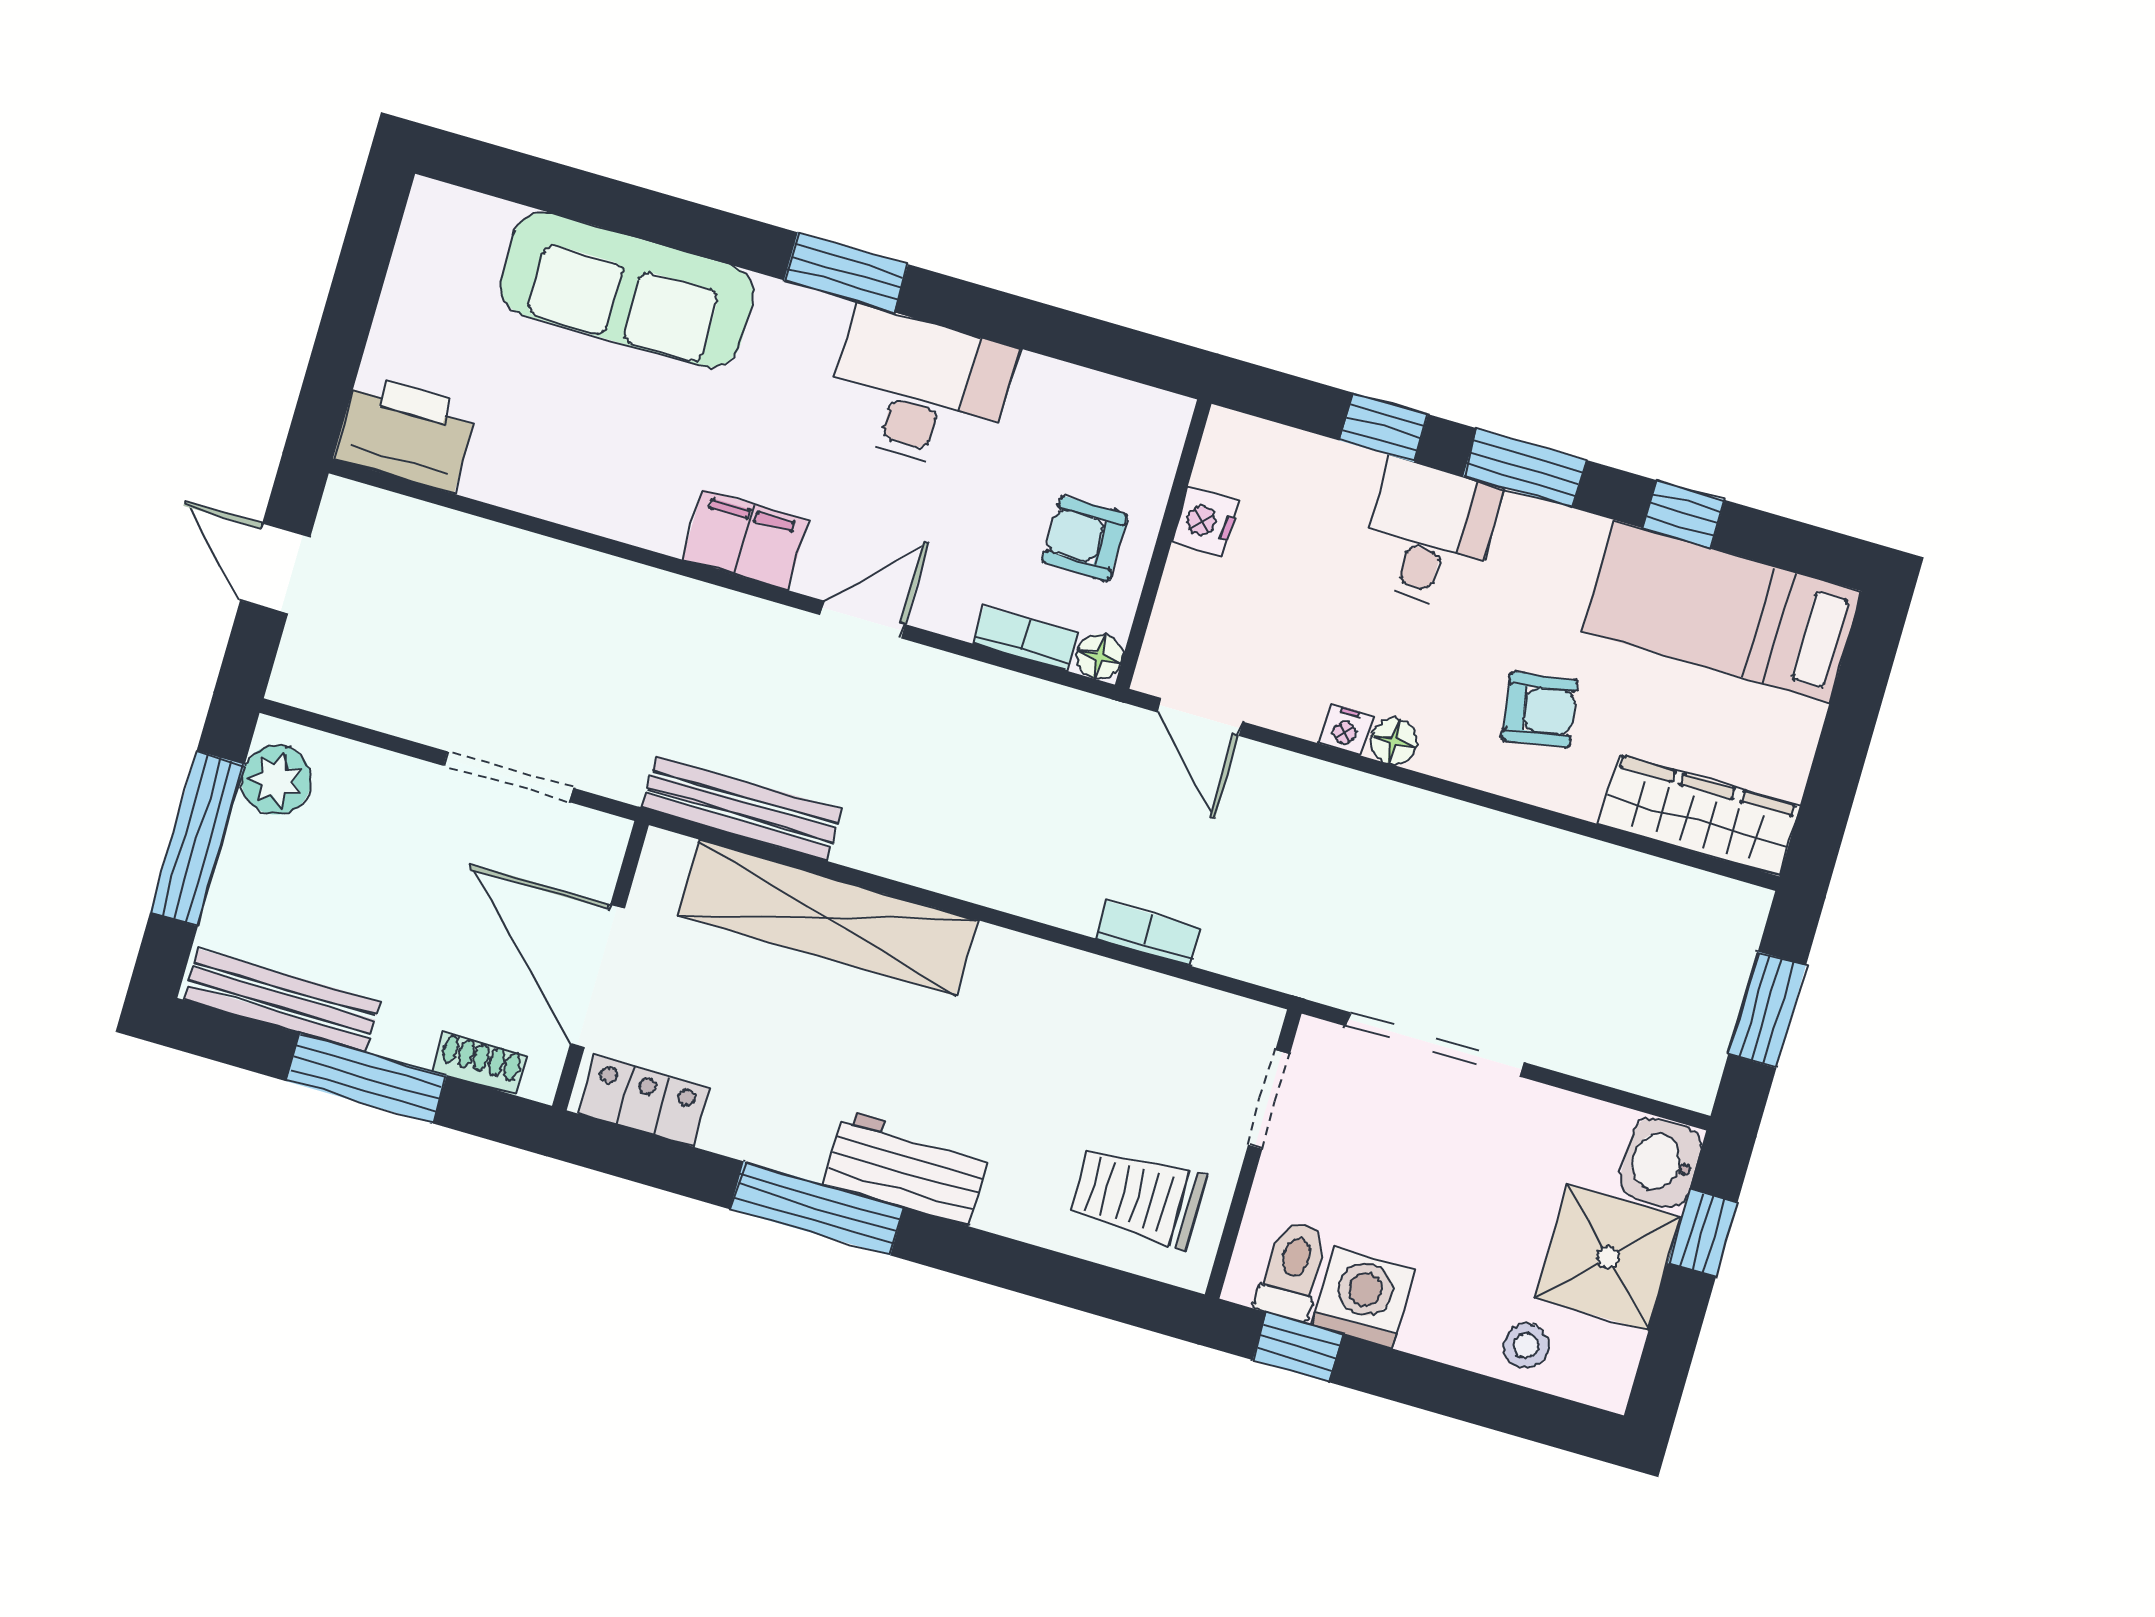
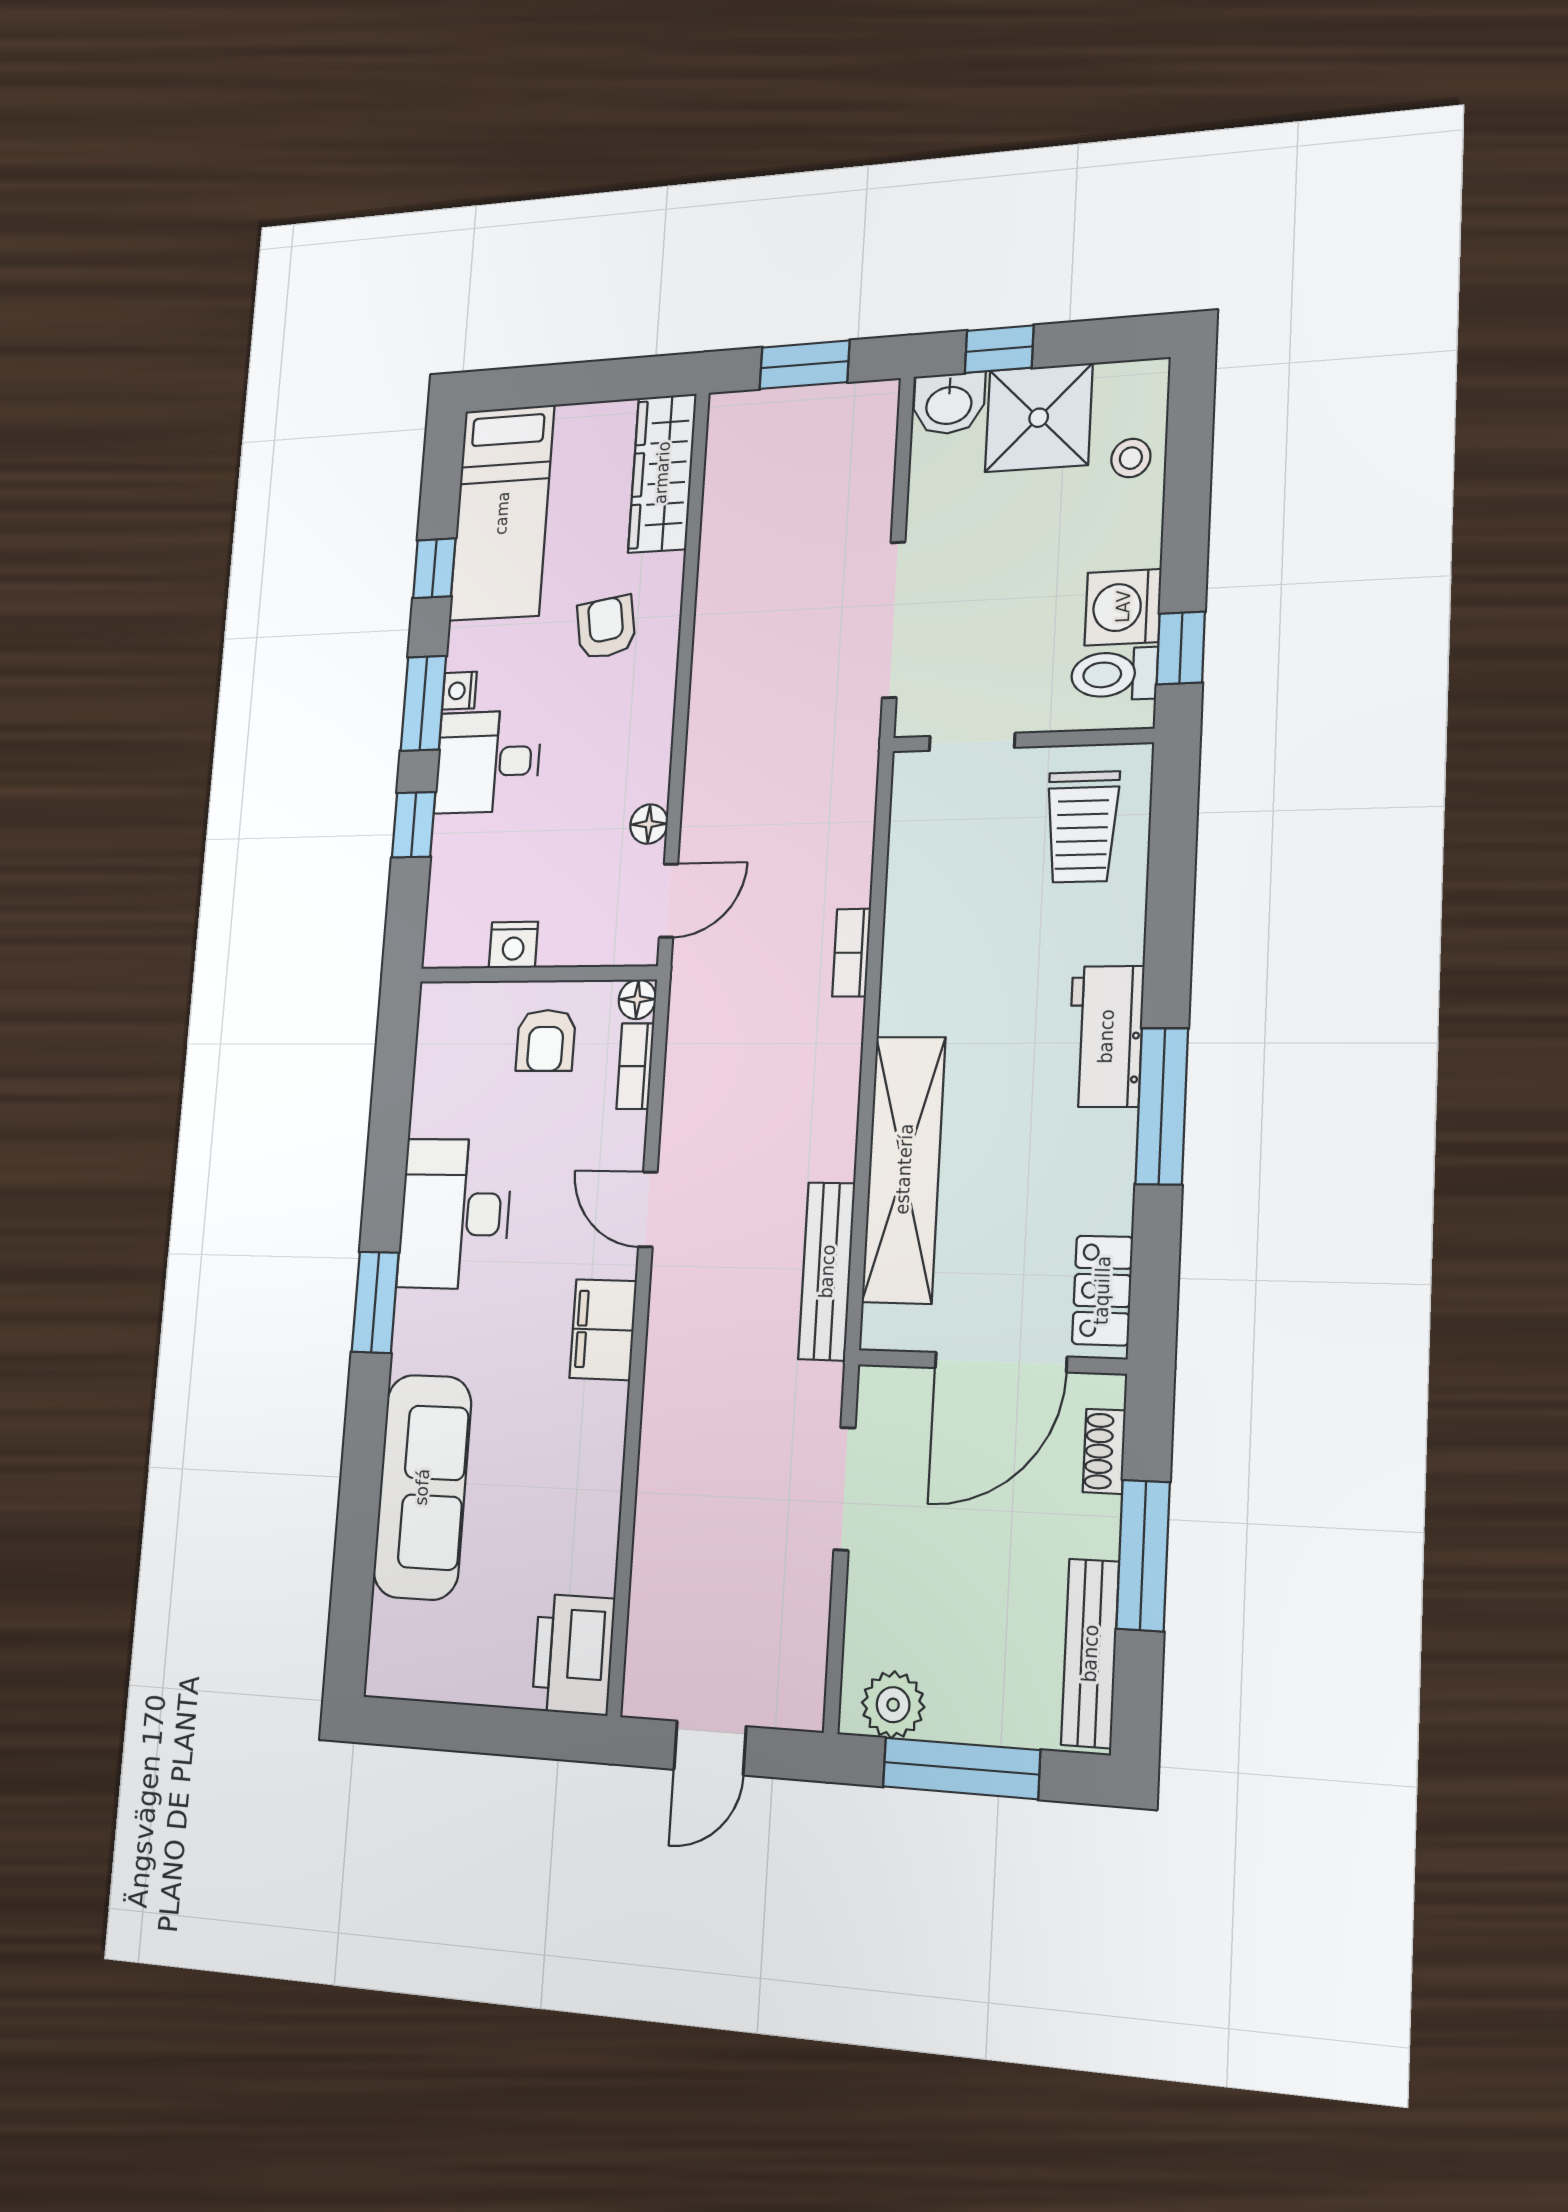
nightstand: (1345, 729) -> (459, 691), moved, turned 180
floor lamp: (1394, 741) -> (649, 824), moved
bookcase: (1148, 933) -> (851, 953), moved

